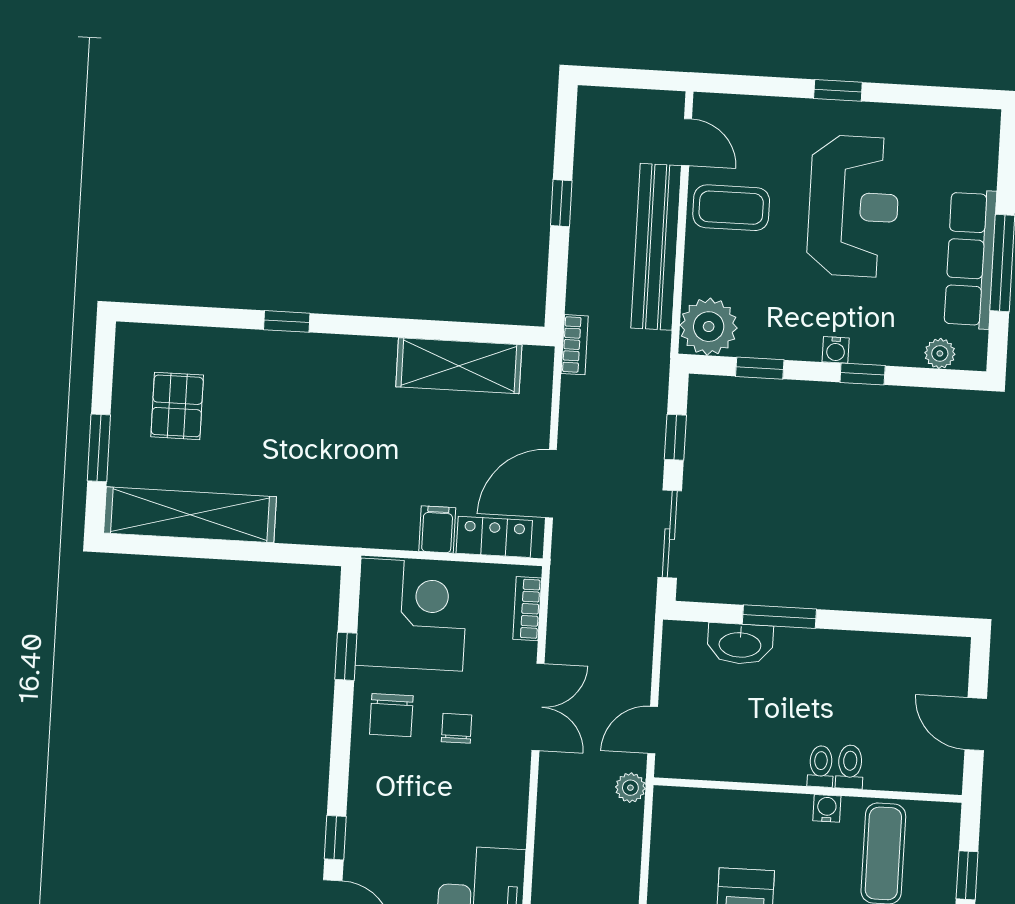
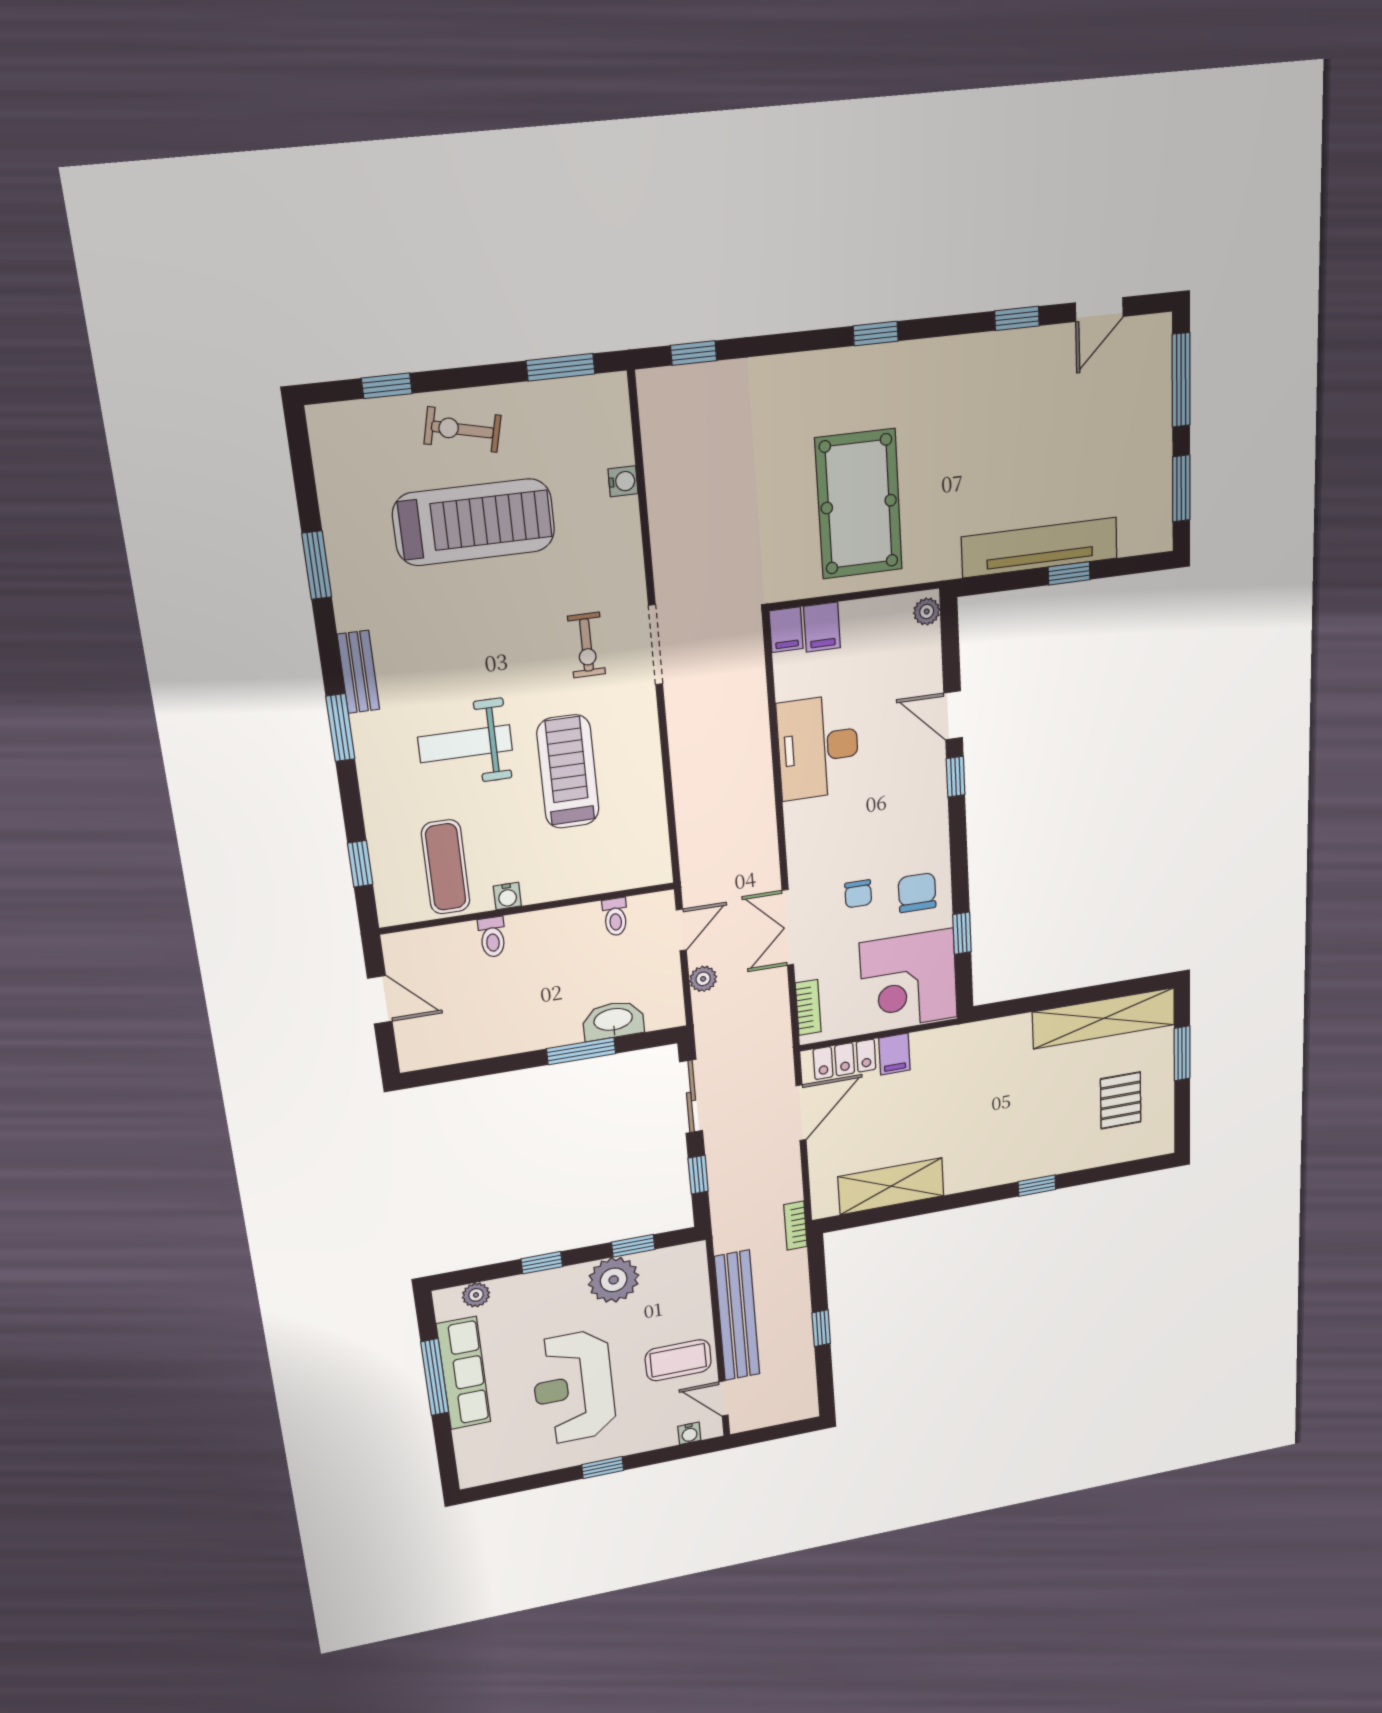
plant: (709, 327) -> (614, 1280), moved
water cooler: (836, 350) -> (689, 1433), moved, turned 180
toilet: (821, 766) -> (615, 917), moved
plant: (630, 788) -> (703, 979), moved

